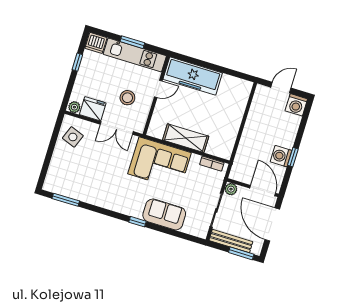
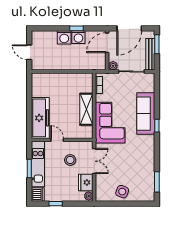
washing machine: (296, 105) -> (64, 37), moved, turned 90
side table: (73, 137) -> (122, 192), moved
sofa: (164, 214) -> (146, 114), width x1.36

